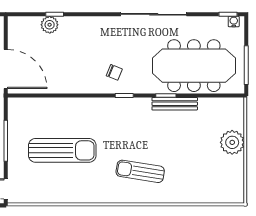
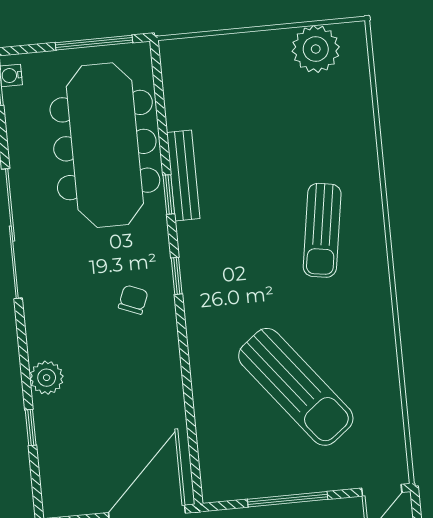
plant: (50, 25) -> (47, 378), moved
plant: (232, 142) -> (316, 49), moved
sun lounger: (62, 150) -> (296, 387), turned 142

